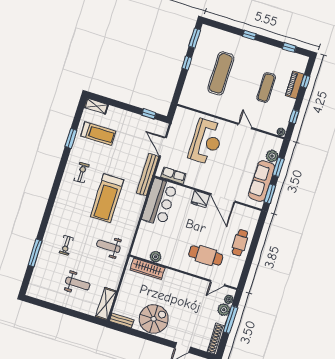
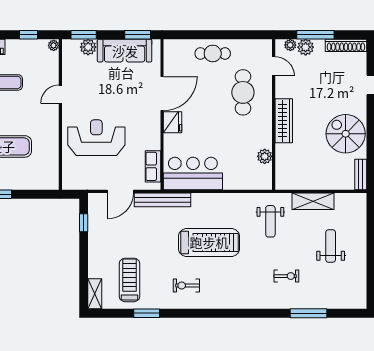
window: (278, 167) -> (84, 35), moved
wardrobe: (148, 269) -> (284, 121), moved
shelving: (106, 304) -> (313, 201), moved

